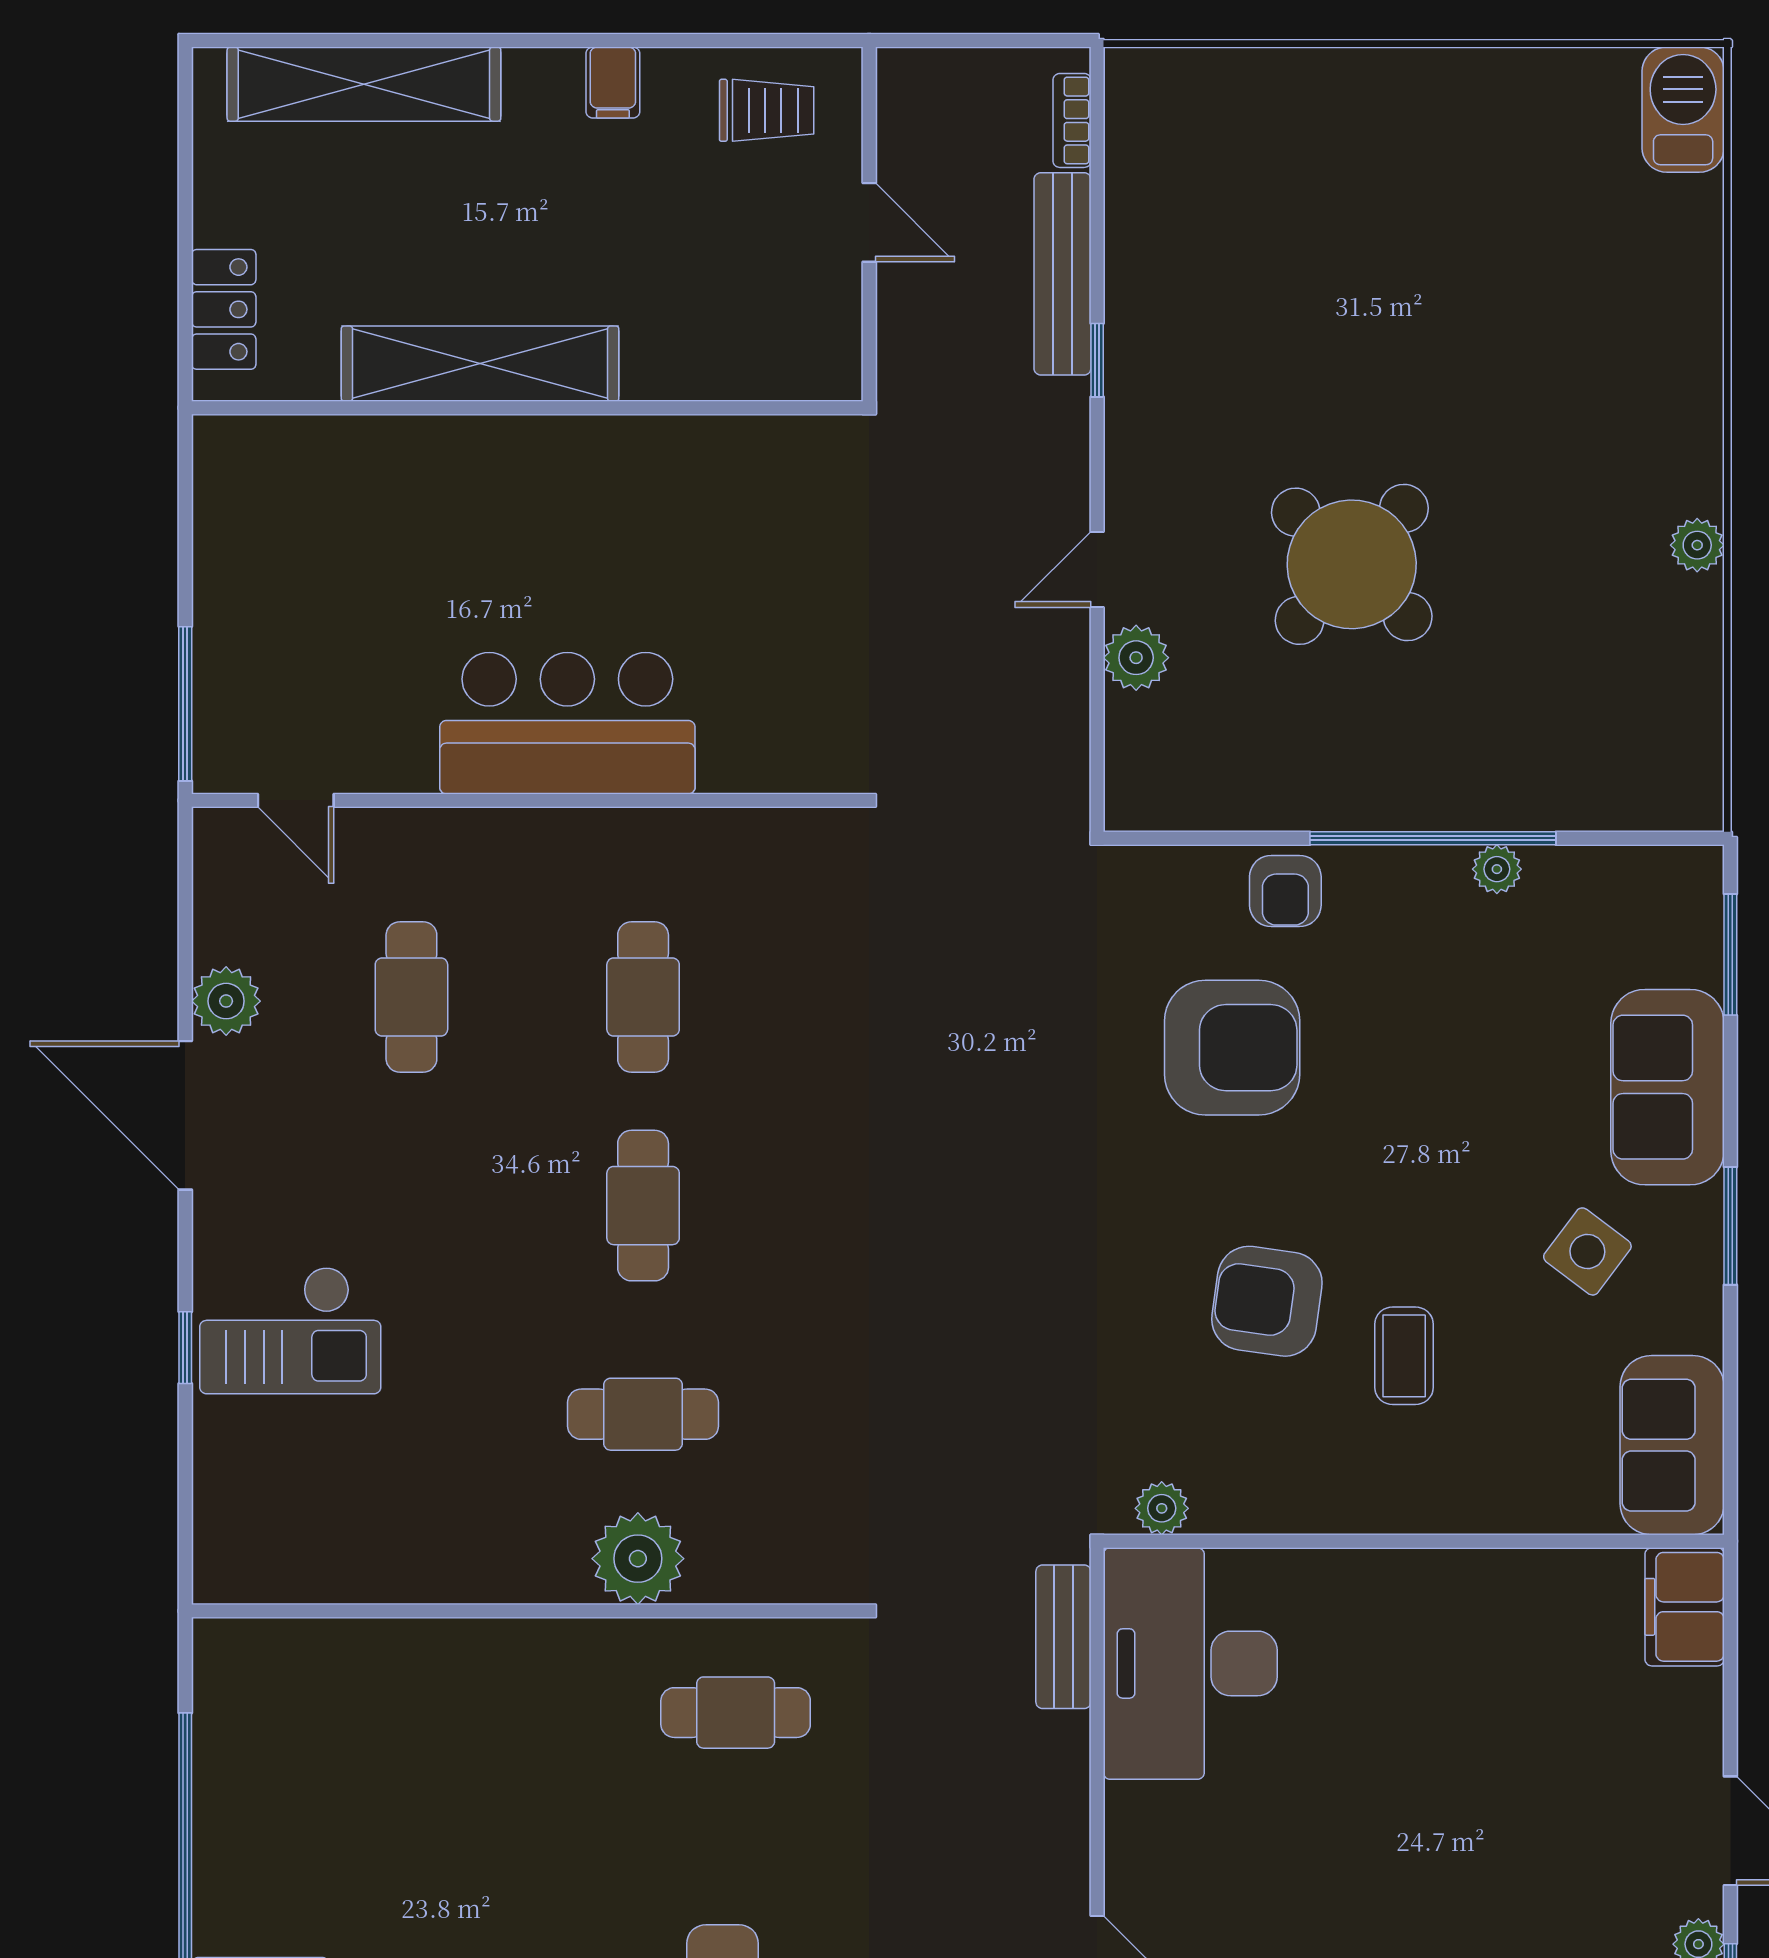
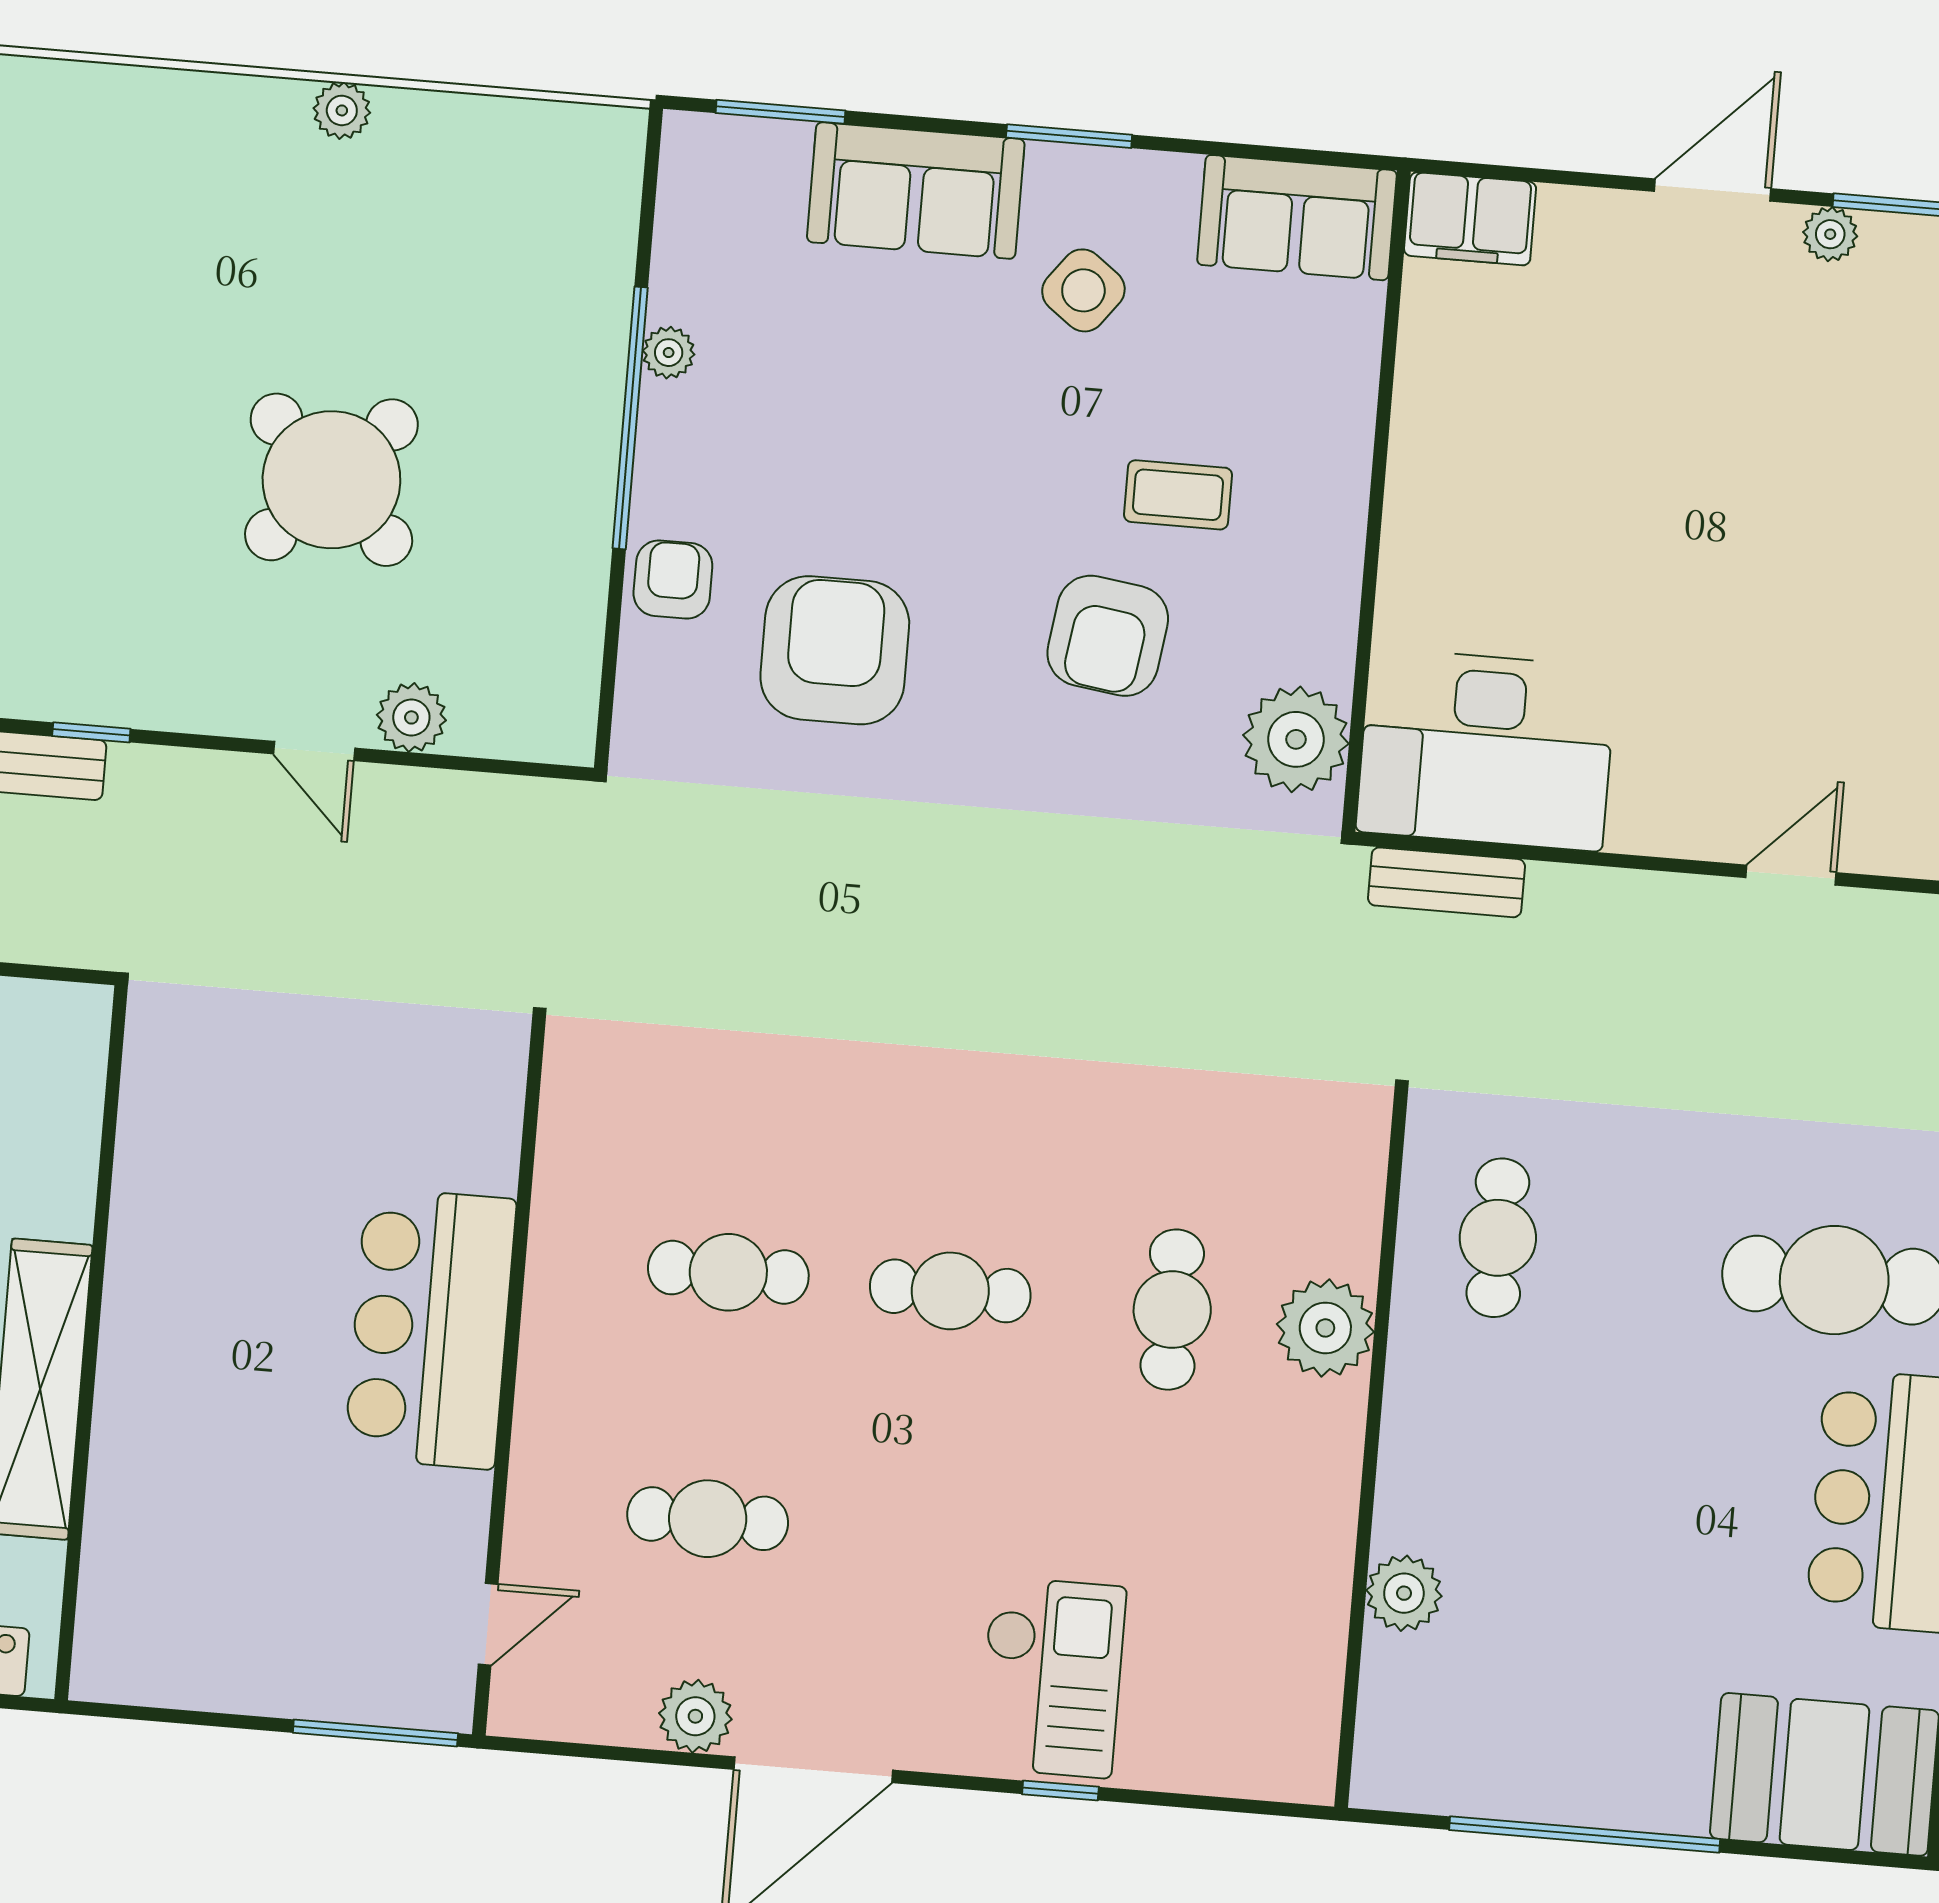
armchair: (1285, 891) -> (673, 580), turned -90
plant: (1162, 1508) -> (1296, 739), width x1.87, depth x1.87
plant: (396, 1653) -> (1404, 1593), added

